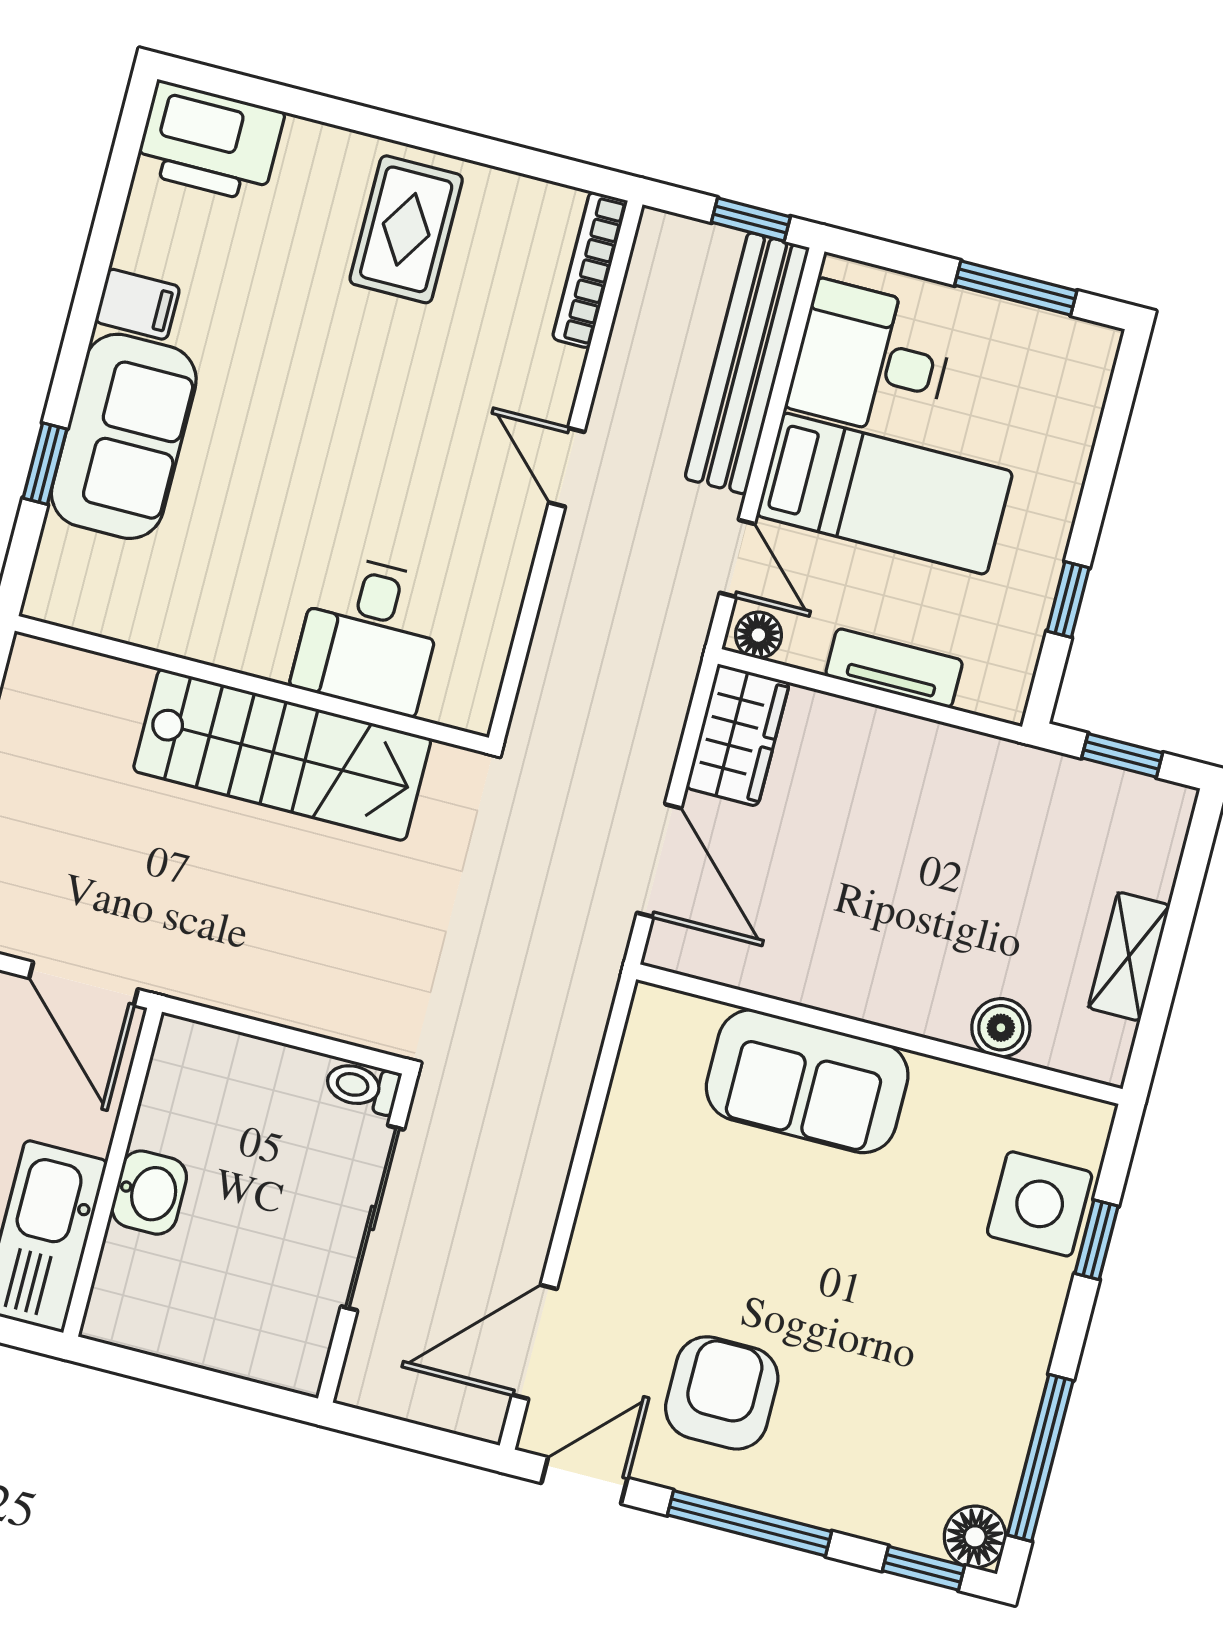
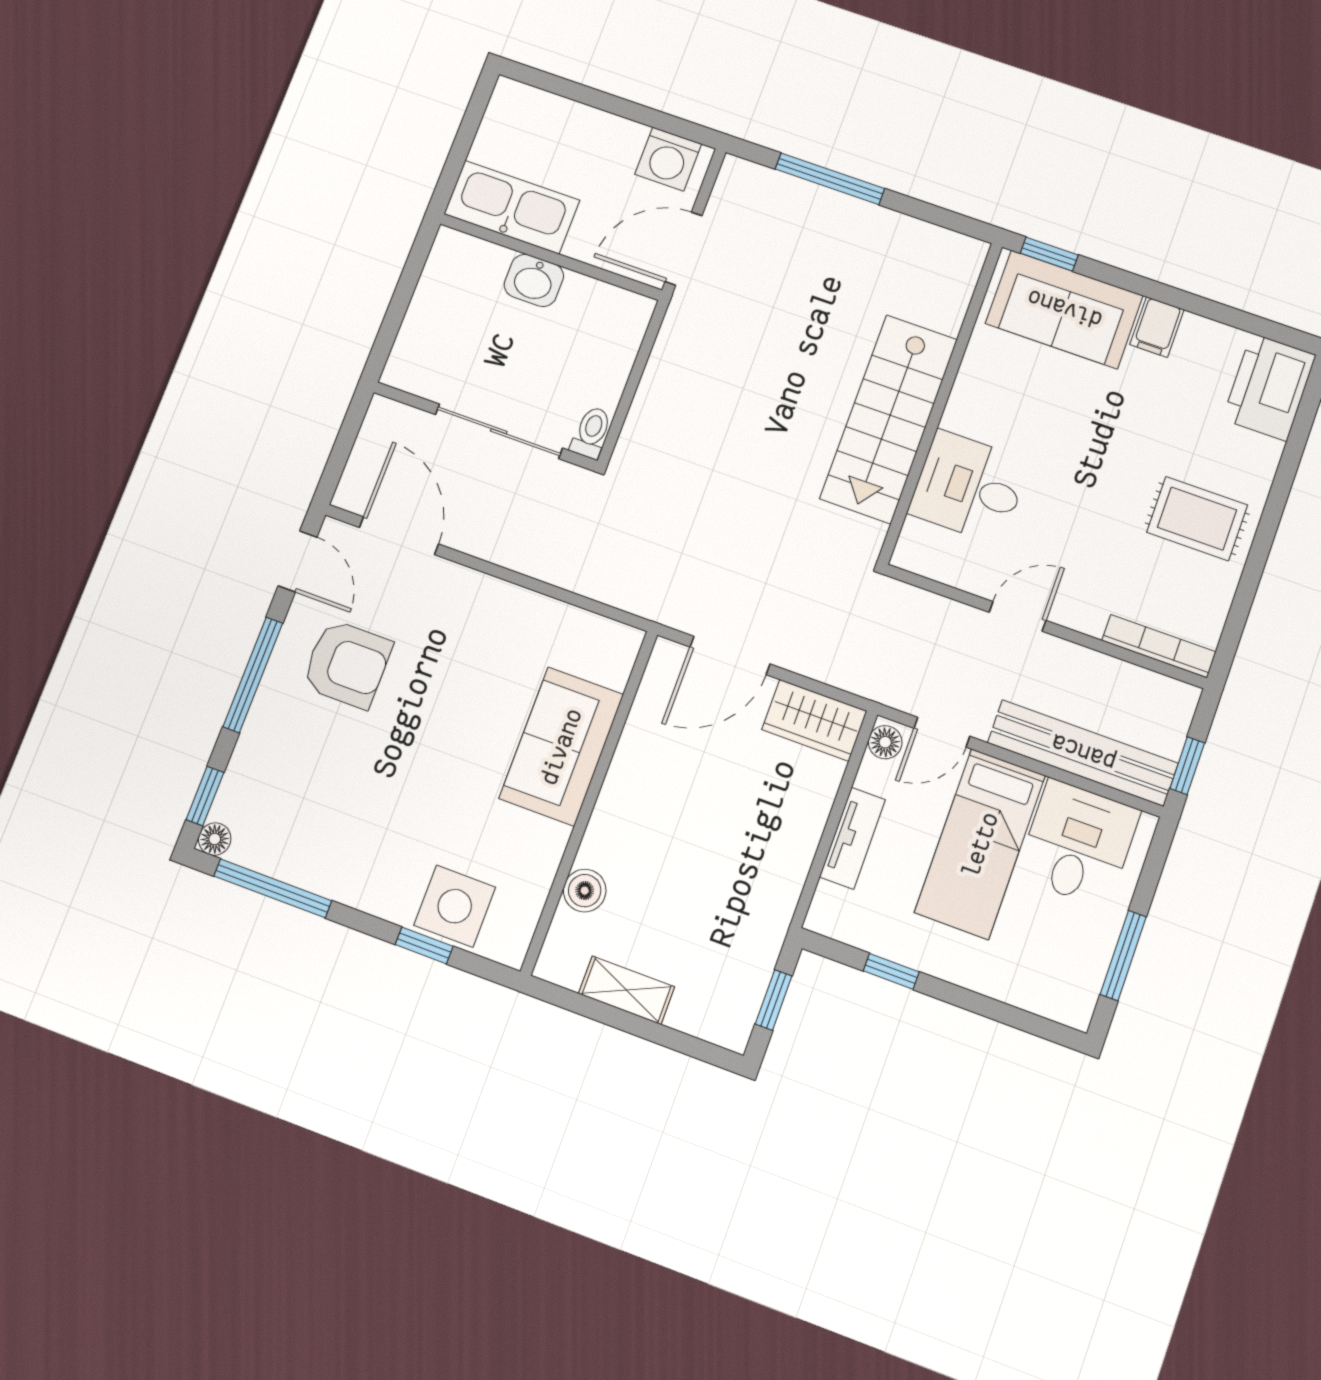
desk: (369, 634) -> (969, 487), moved
wall: (252, 684) -> (940, 402), moved
stairs: (282, 755) -> (889, 419), moved
floor lamp: (975, 1537) -> (215, 839), width x0.73, depth x0.73

